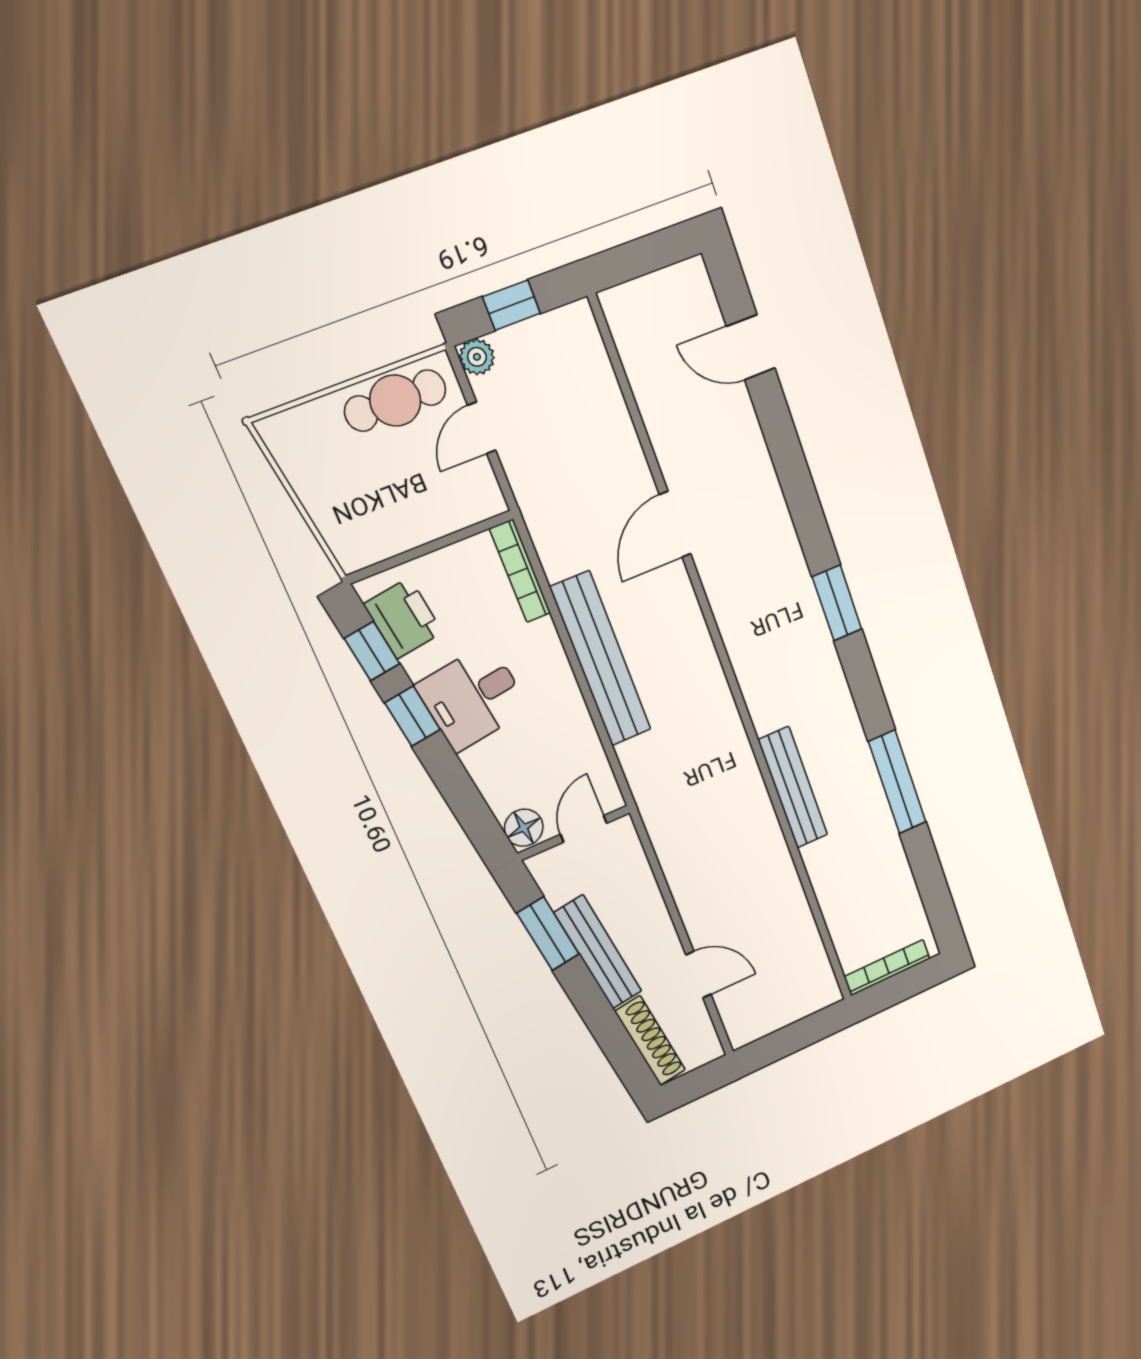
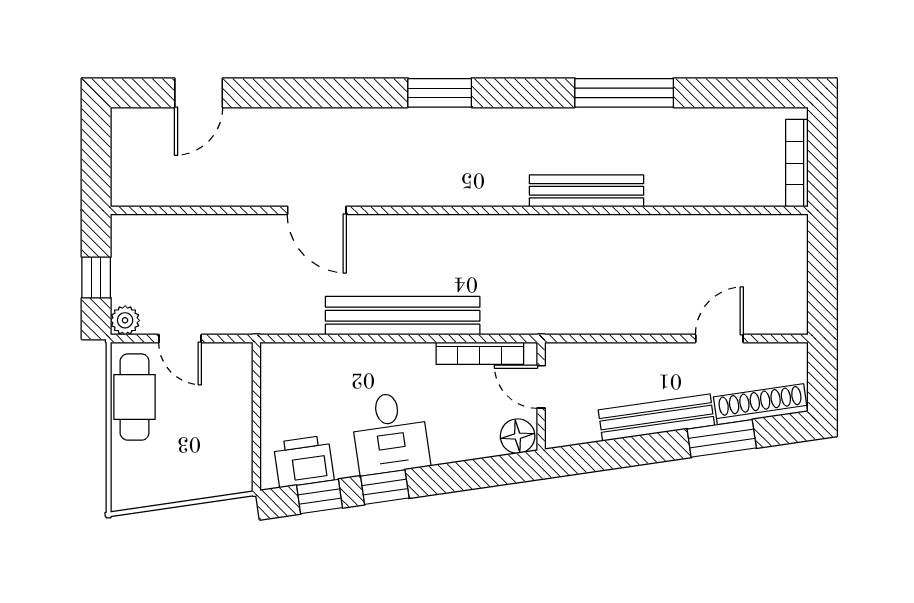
bookcase: (520, 571) -> (480, 353), moved
window: (548, 934) -> (722, 438), moved

